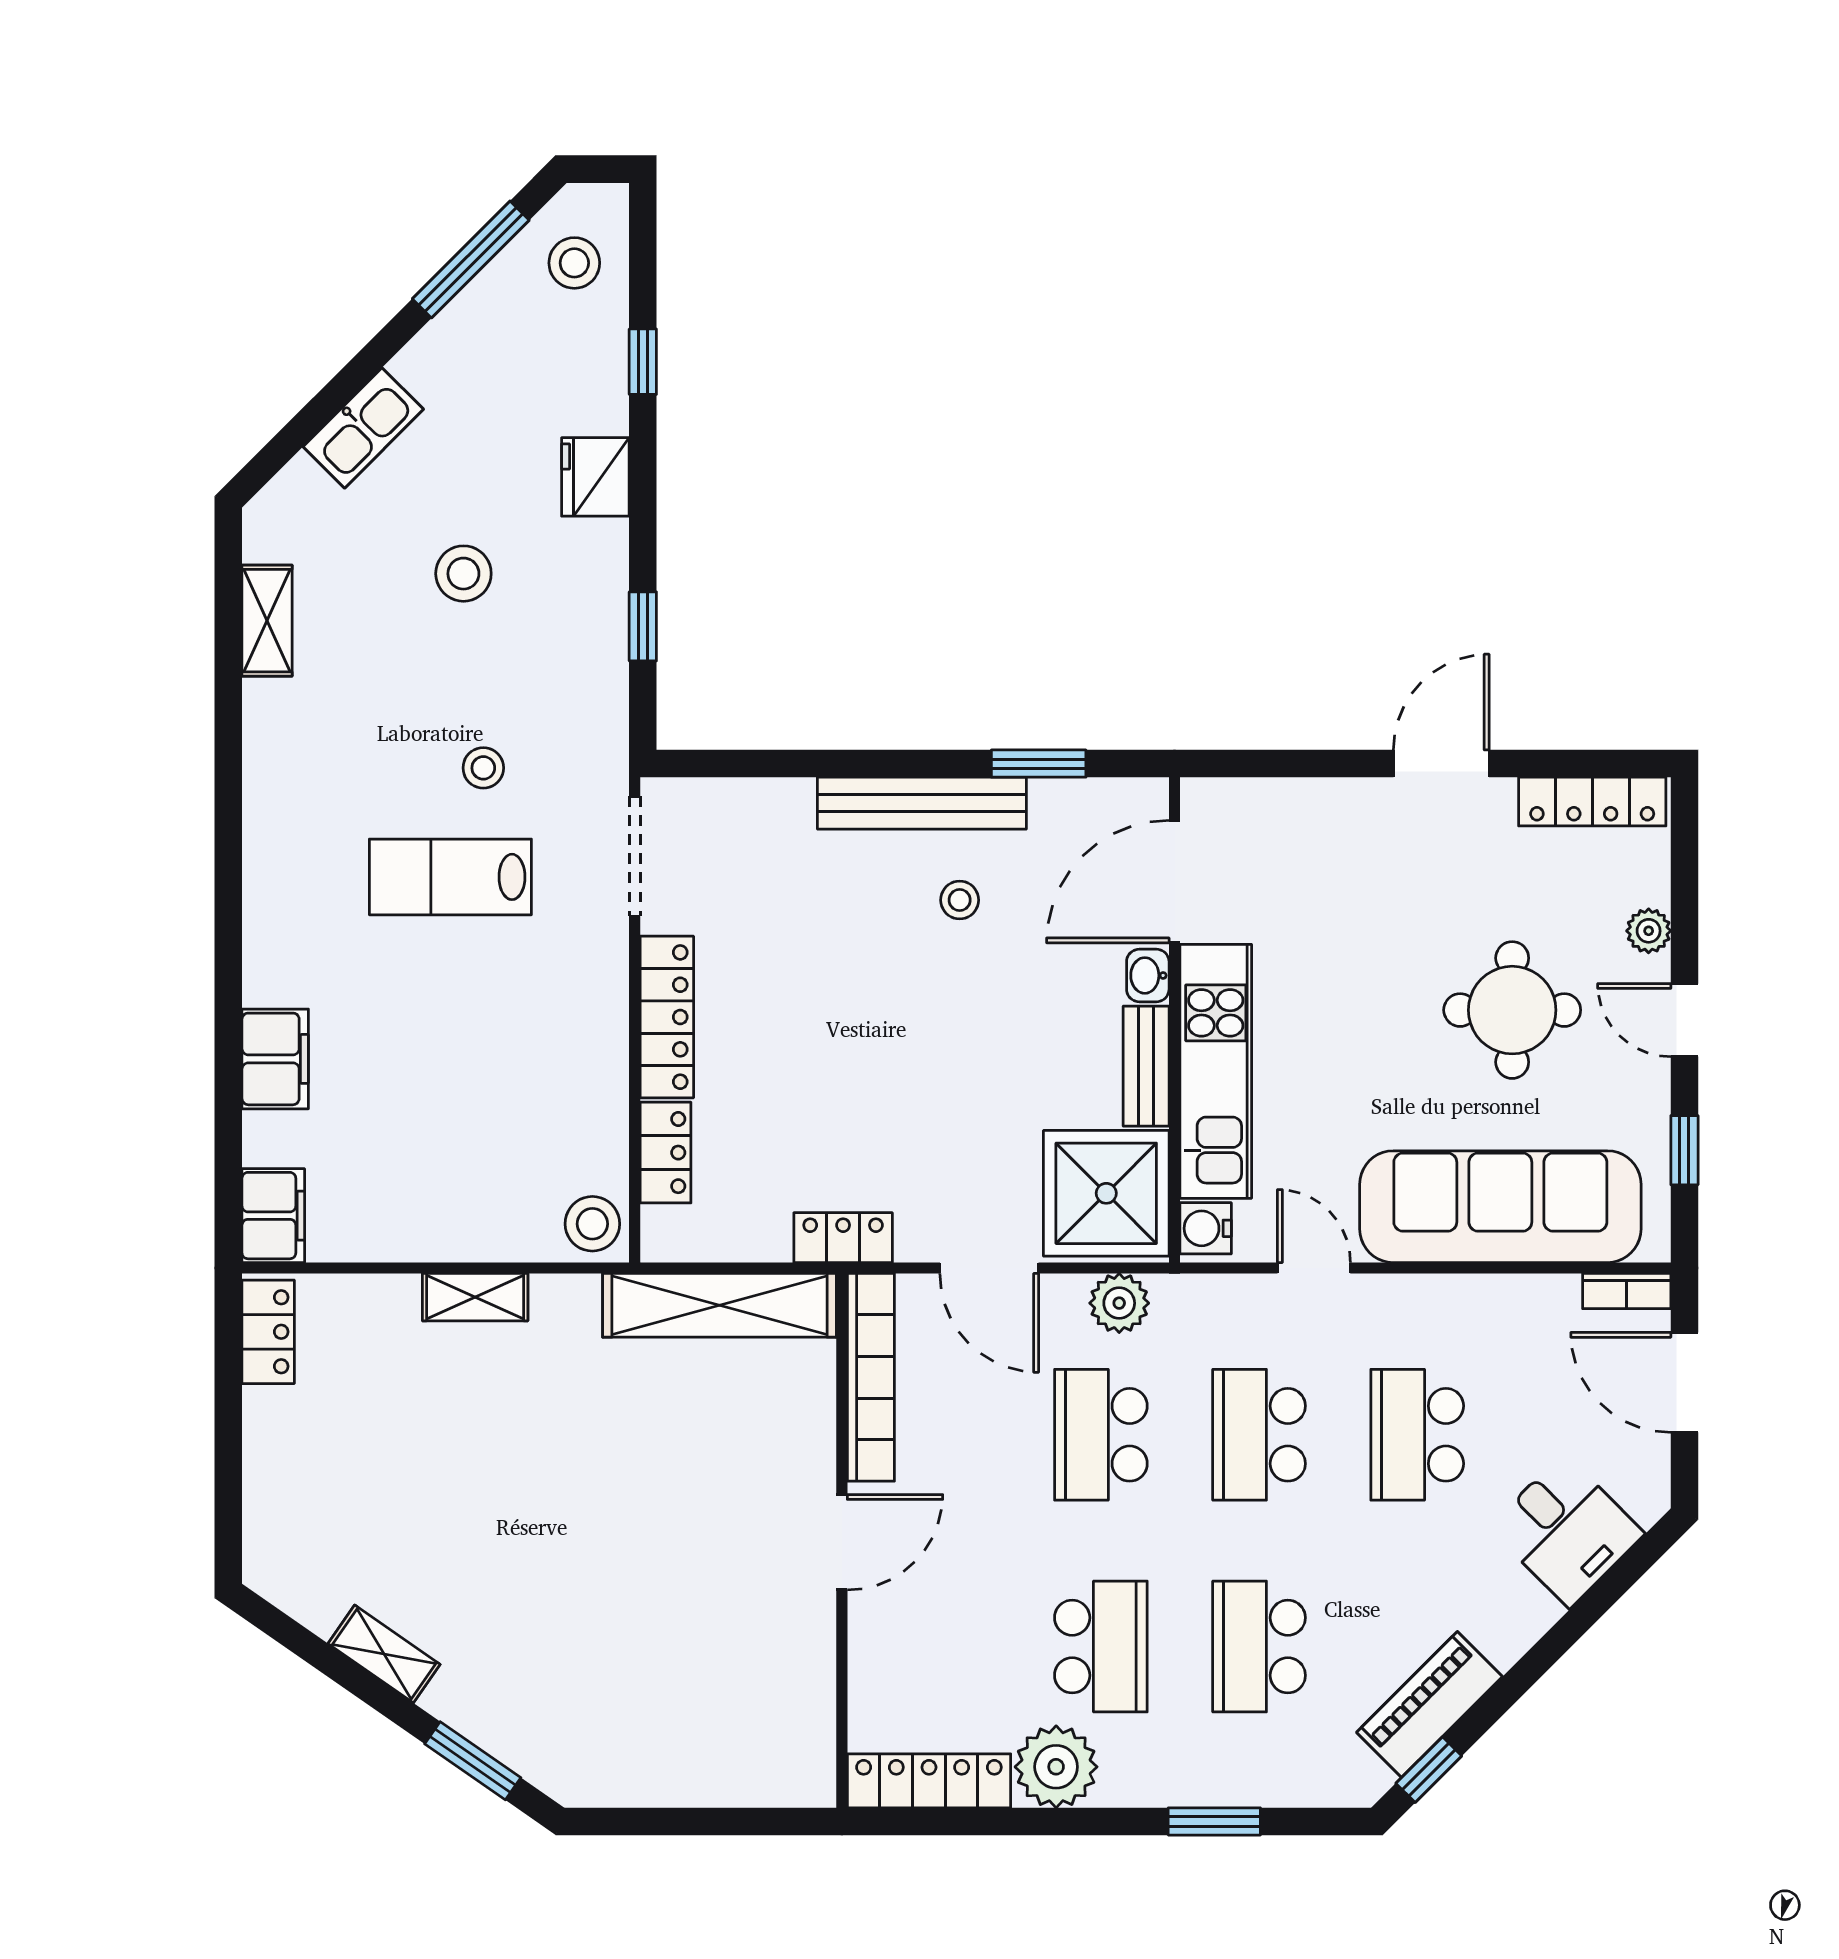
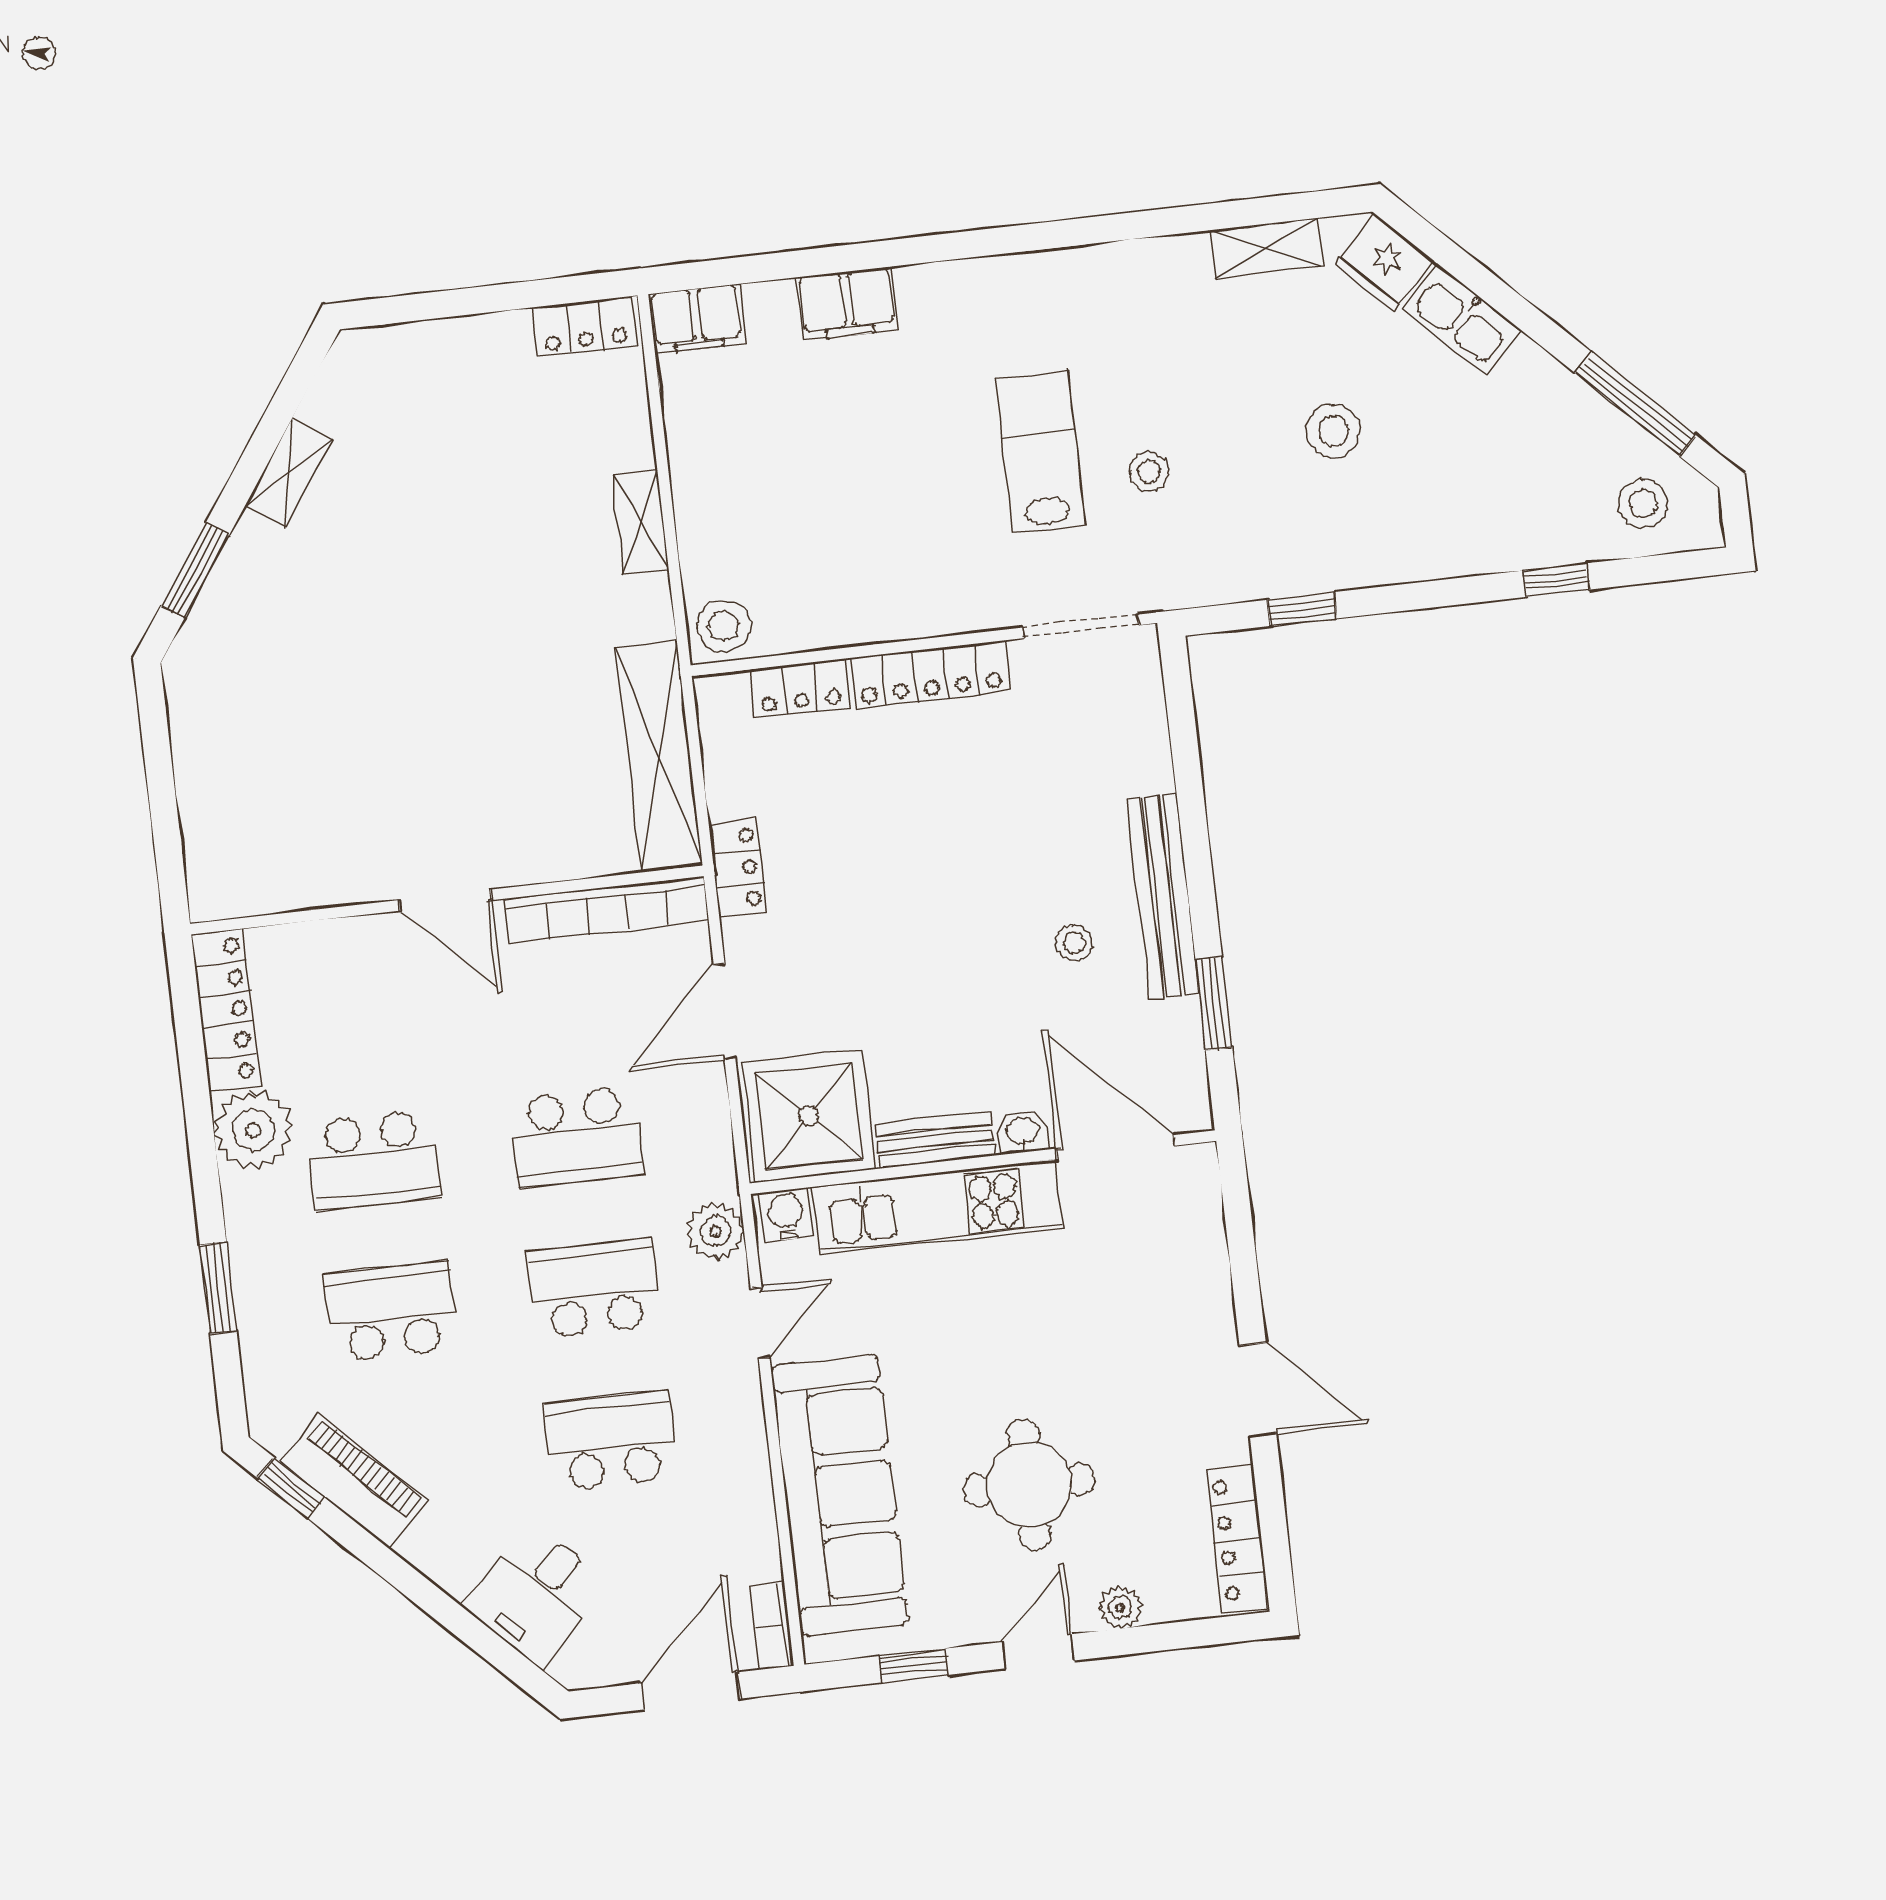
fridge: (595, 477) -> (1384, 263), moved, turned -135
plant: (1119, 1303) -> (715, 1231), moved
school desk: (1101, 1435) -> (577, 1137), turned 180

